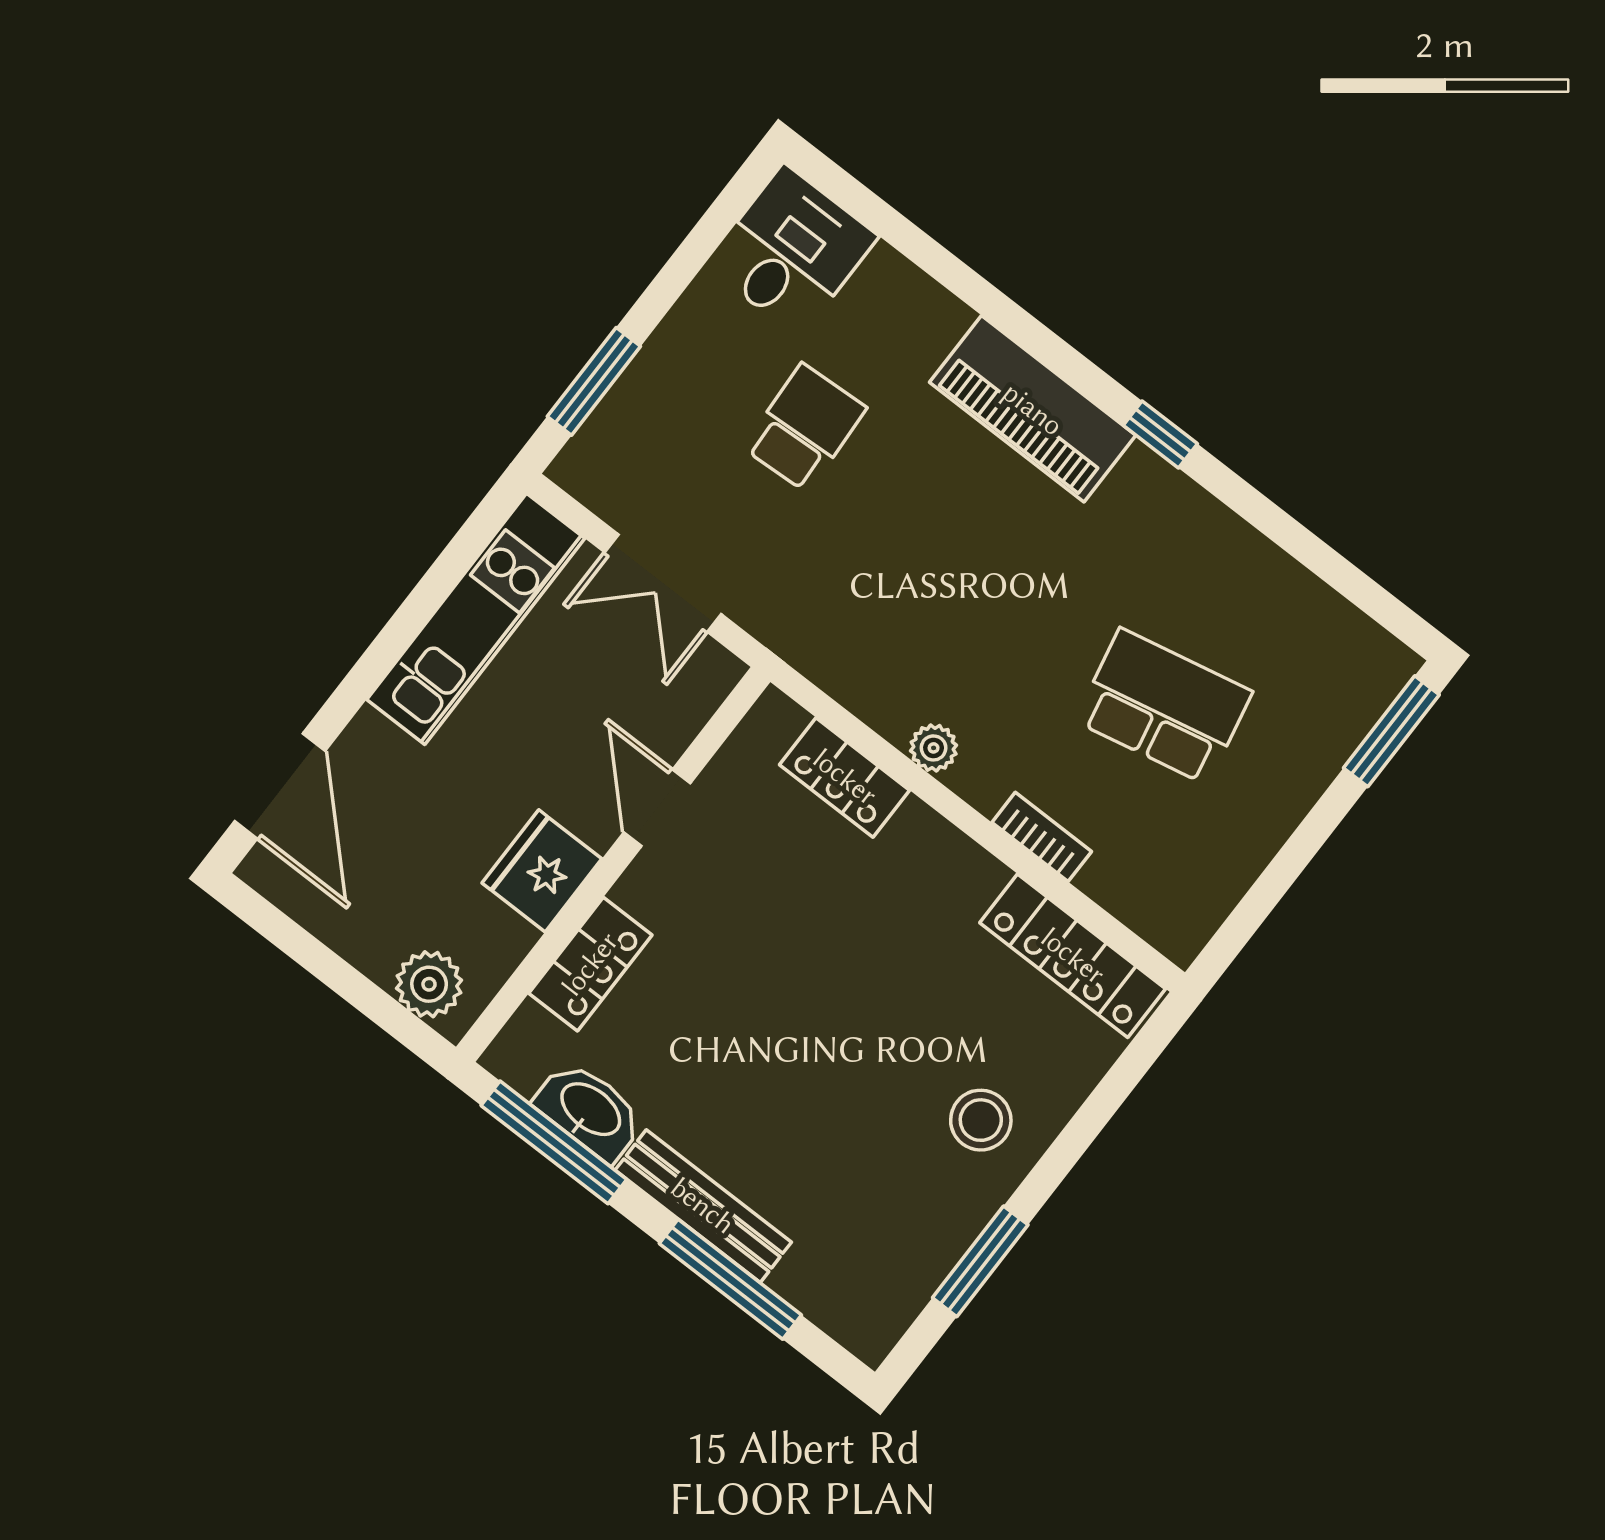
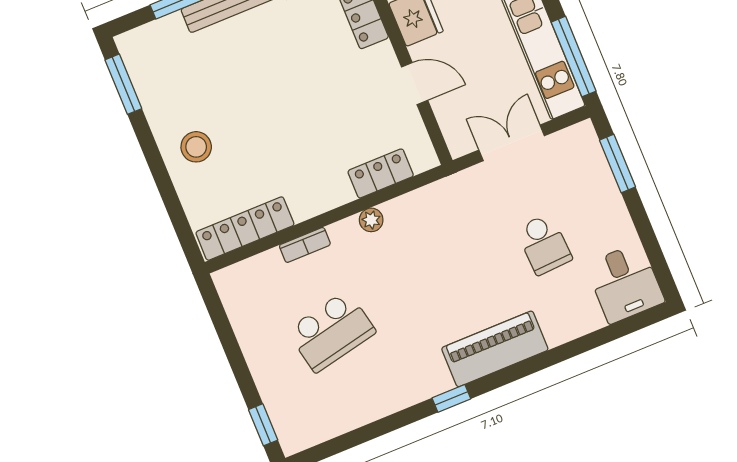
window: (454, 562) -> (574, 57), added
window: (1391, 731) -> (263, 425), width x0.67
window: (980, 1261) -> (123, 84), moved

